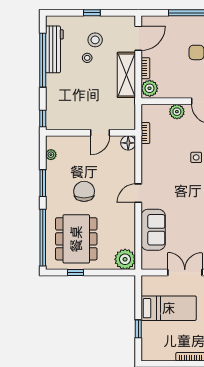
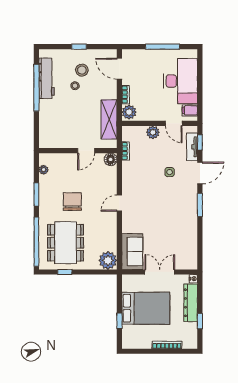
door: (138, 38) -> (119, 69), swing flipped
shelving: (126, 75) -> (109, 119), moved
window: (43, 119) -> (36, 138), removed
sofa: (153, 230) -> (132, 252), moved
bed: (169, 308) -> (146, 308), width x1.50

